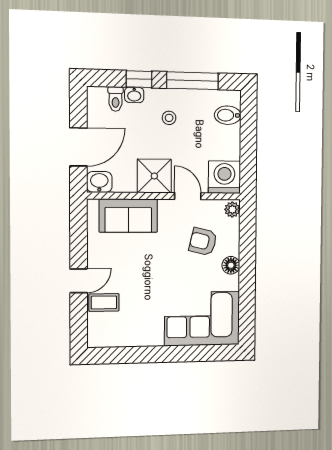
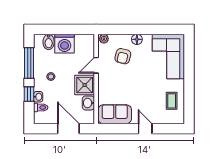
washing machine: (224, 177) -> (65, 44), moved, turned -90
washbasin: (99, 182) -> (88, 103), moved
sofa: (128, 216) -> (115, 114), moved, turned -90
coffee table: (104, 302) -> (172, 101), moved

